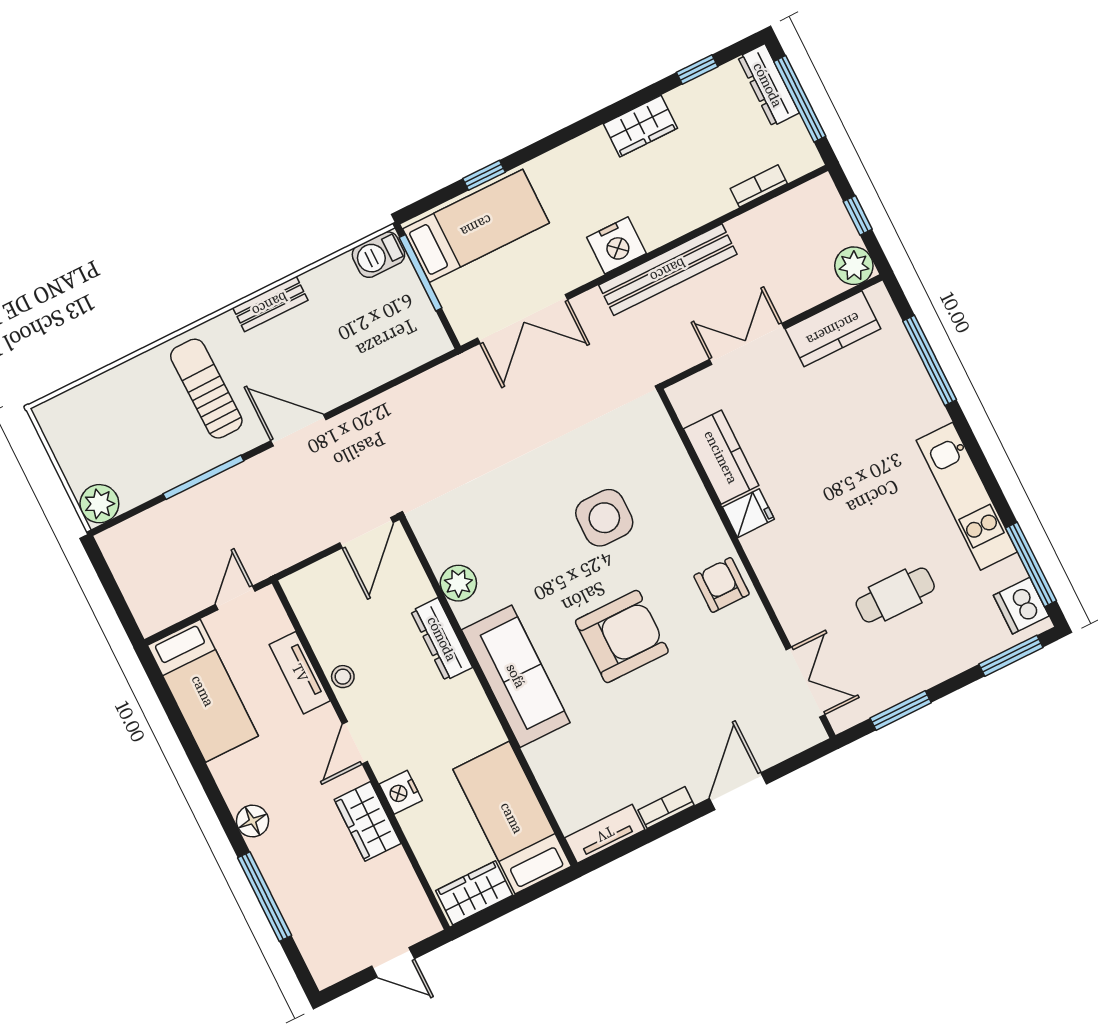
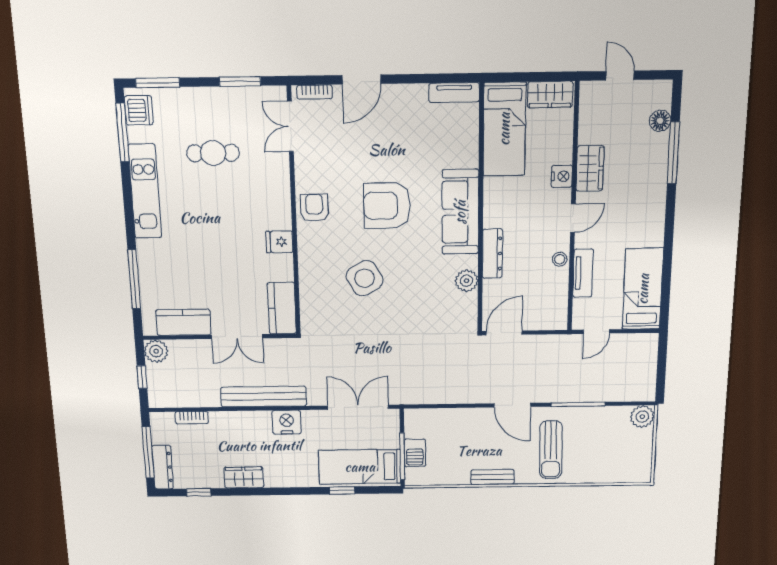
barbecue: (378, 255) -> (415, 453), moved, turned 90
kitchen counter: (721, 457) -> (282, 308), moved
side table: (604, 518) -> (365, 278), turned -30
armchair: (722, 585) -> (314, 208), turned 180
bookcase: (666, 808) -> (315, 92), moved
floor lamp: (252, 821) -> (660, 121), moved

